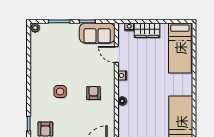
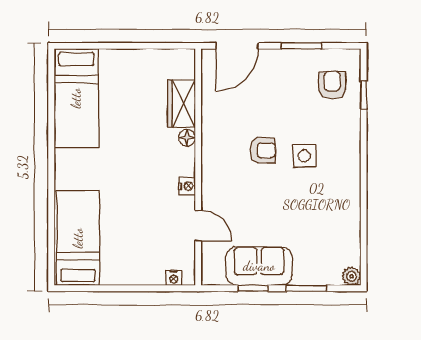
wardrobe: (147, 30) -> (181, 104), moved, turned -90
sofa: (97, 33) -> (259, 266), moved
armchair: (93, 93) -> (263, 150), moved, turned -90

